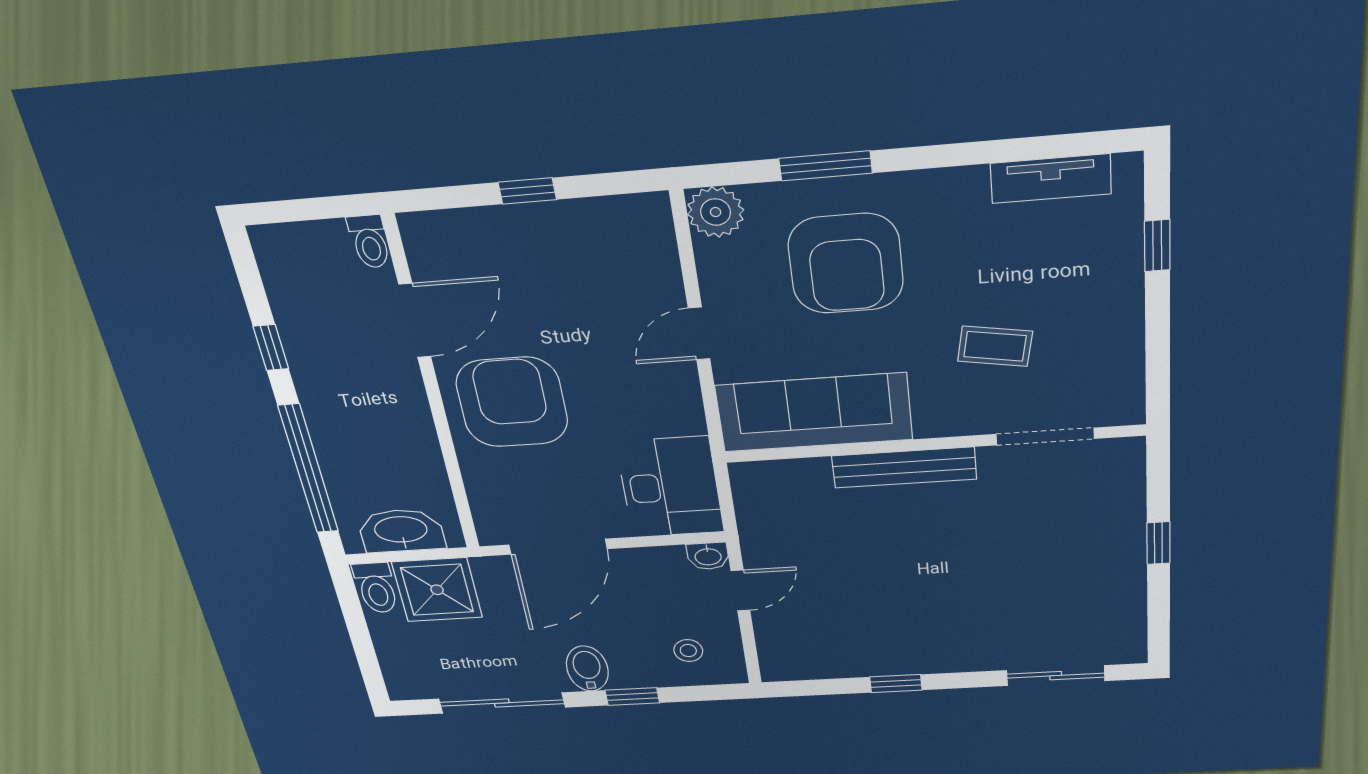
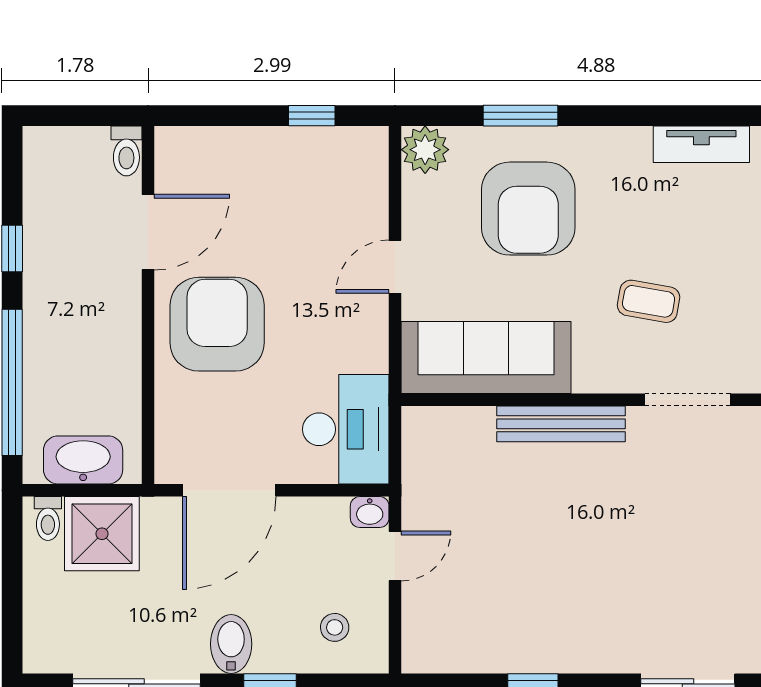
window: (527, 191) -> (312, 116), moved
toilet: (376, 588) -> (48, 519), width x0.73, depth x0.72

